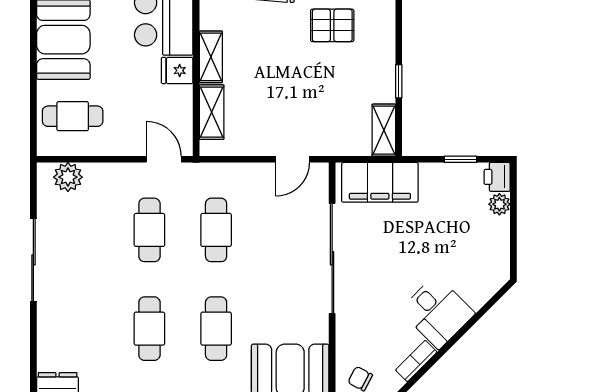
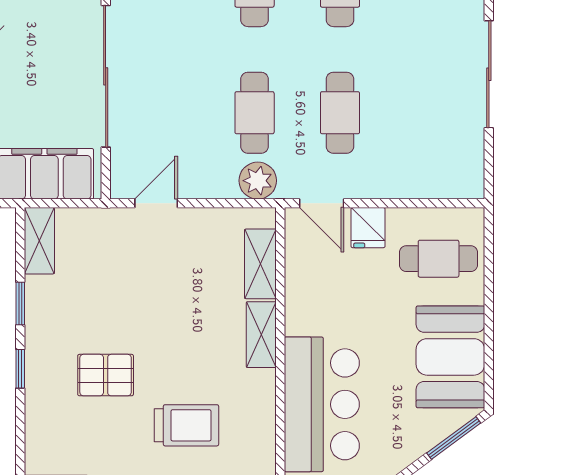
window: (399, 30) -> (20, 369), added
fridge: (177, 71) -> (368, 228), moved, turned 90
plant: (68, 177) -> (258, 181), moved

